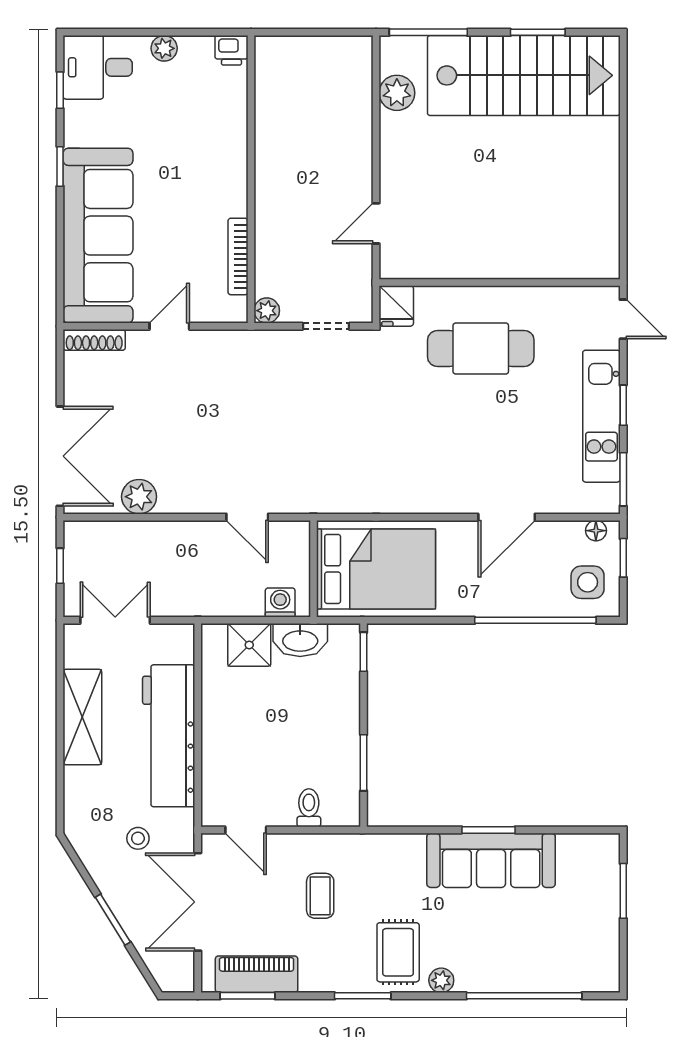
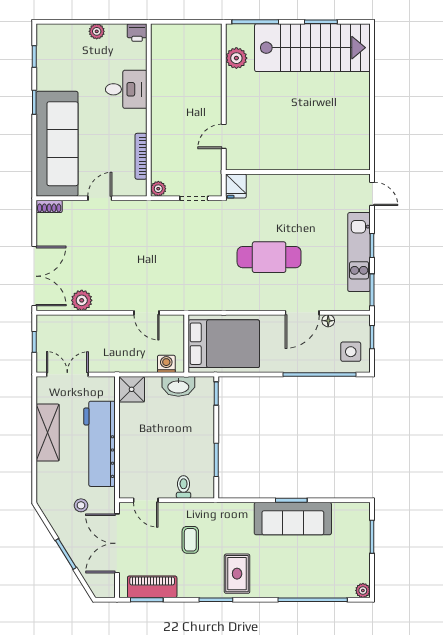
desk: (98, 67) -> (126, 89), moved, turned 180
shoe rack: (94, 340) -> (49, 206), width x0.70
cafe table: (481, 348) -> (269, 257), moved
floor lamp: (596, 531) -> (328, 321), moved
shower: (249, 645) -> (132, 389), moved
plant: (441, 980) -> (363, 590), moved

